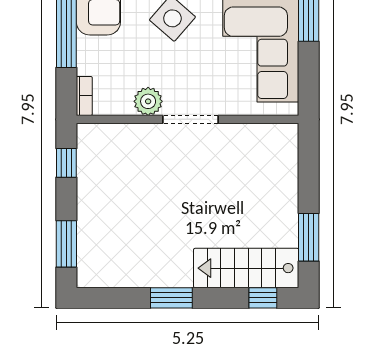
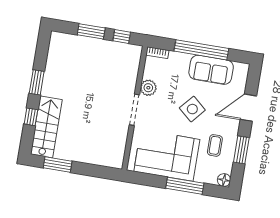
window: (66, 244) -> (91, 31), moved
window: (263, 298) -> (31, 117), moved

